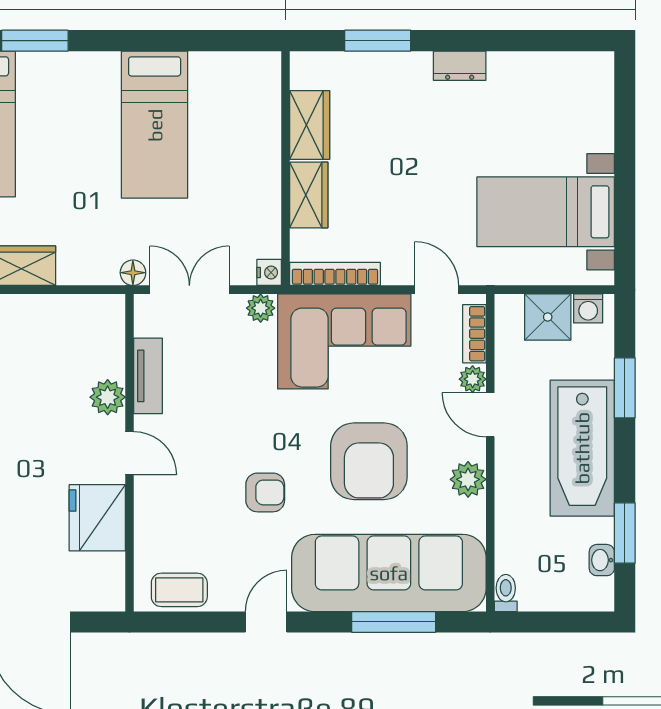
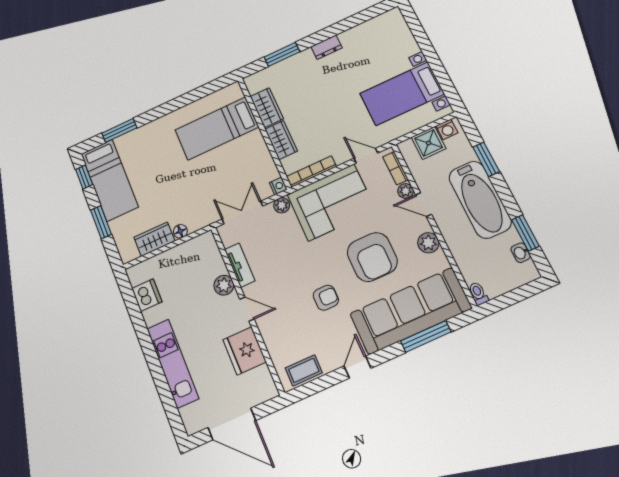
bed: (155, 125) -> (217, 128), moved, turned 90
floor lamp: (133, 273) -> (180, 231), moved

